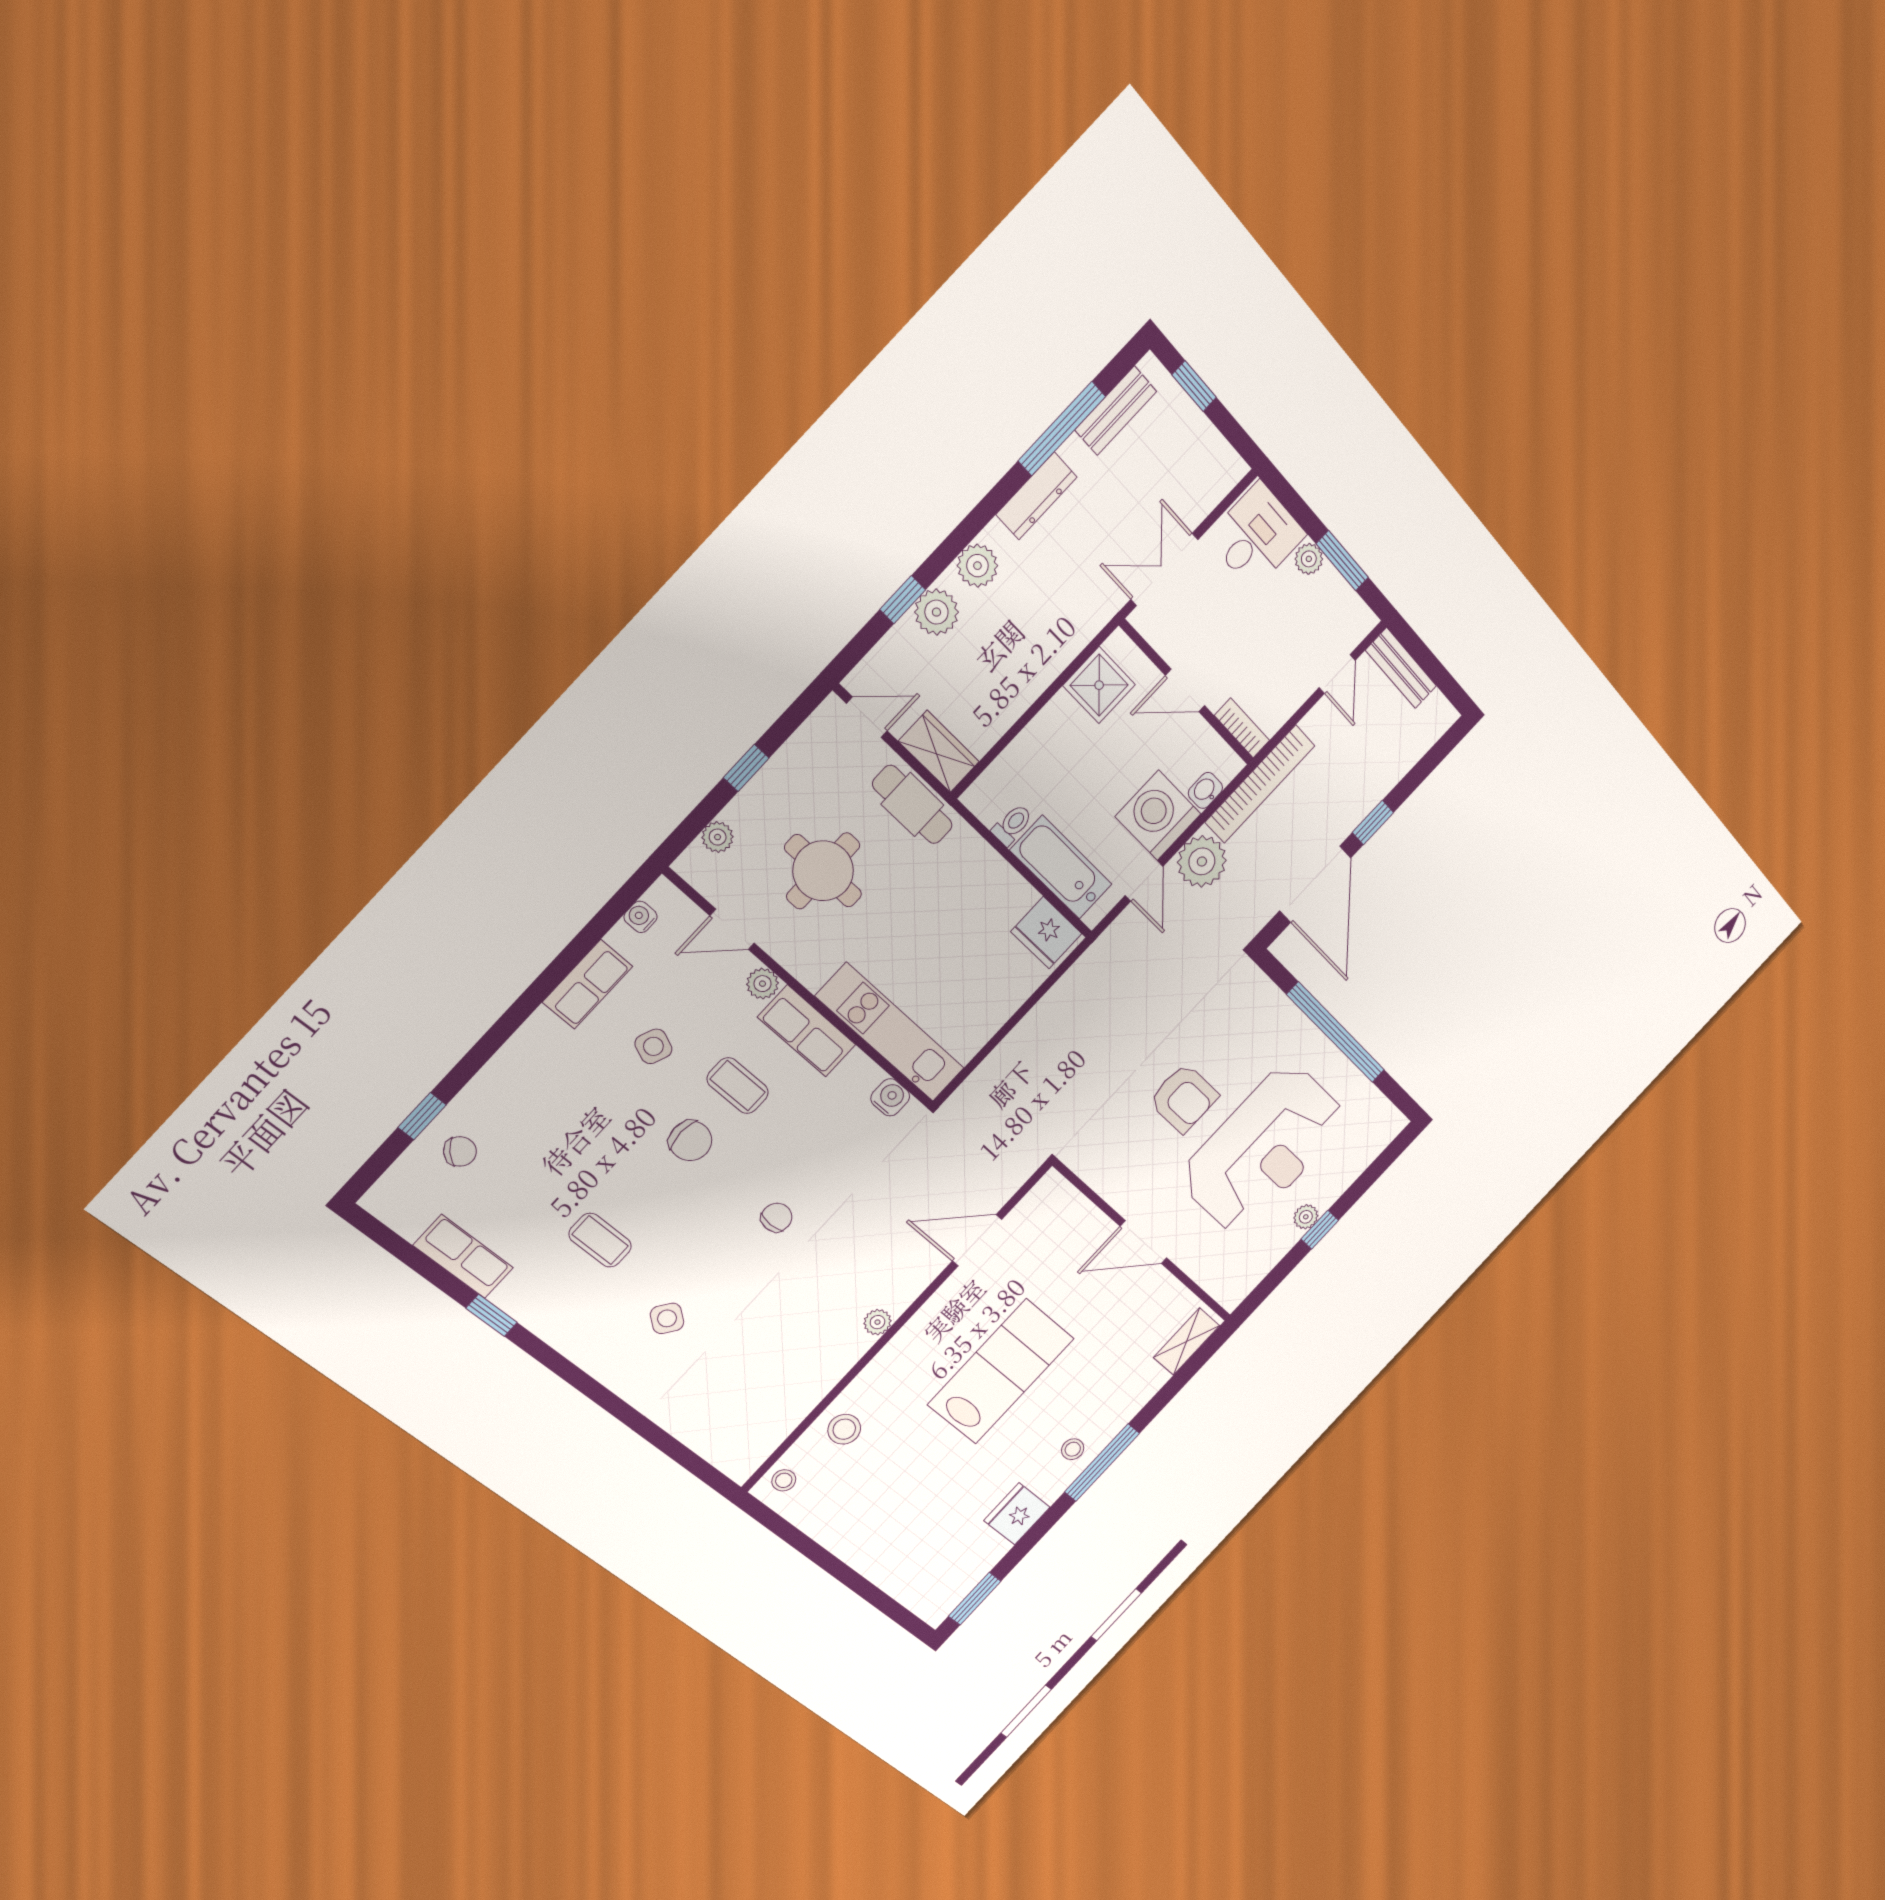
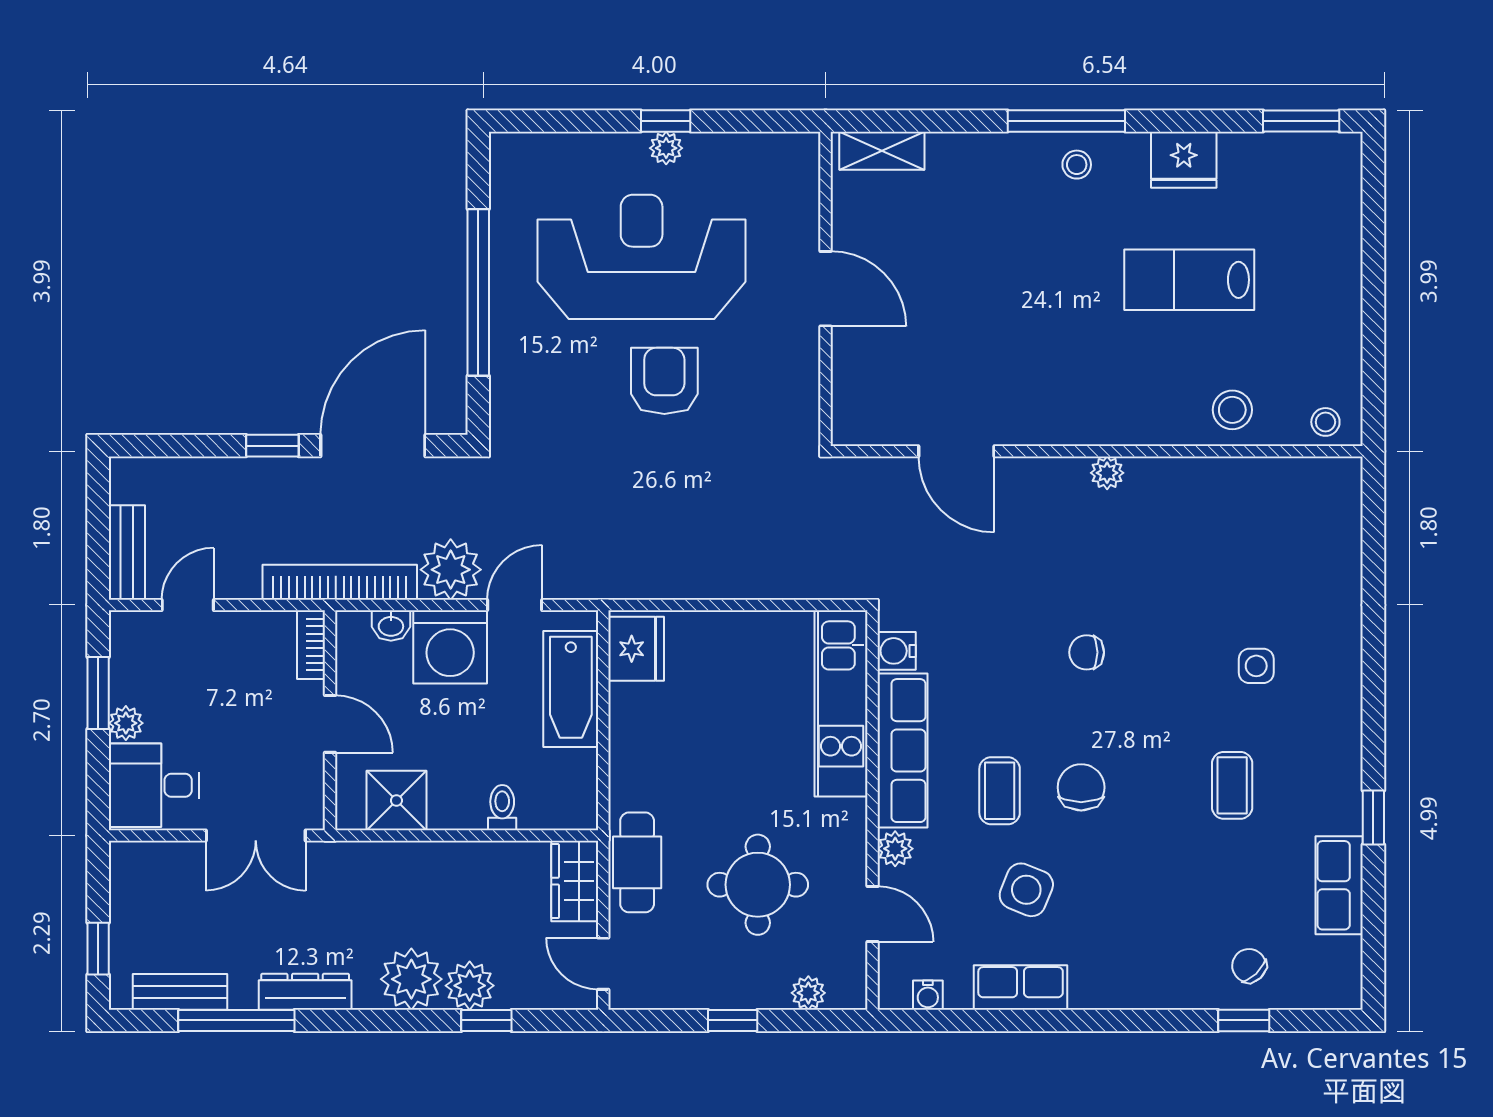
plant: (977, 566) -> (411, 979), width x1.36, depth x1.36
toilet: (1012, 825) -> (502, 808), moved, turned 90
row of seats: (807, 1031) -> (902, 751), width x1.48
side table: (653, 1046) -> (1026, 890), width x1.37, depth x1.37
side table: (667, 1318) -> (1256, 666), turned -37
lab bench: (1001, 1372) -> (1189, 280), moved, width x0.73, depth x0.72

